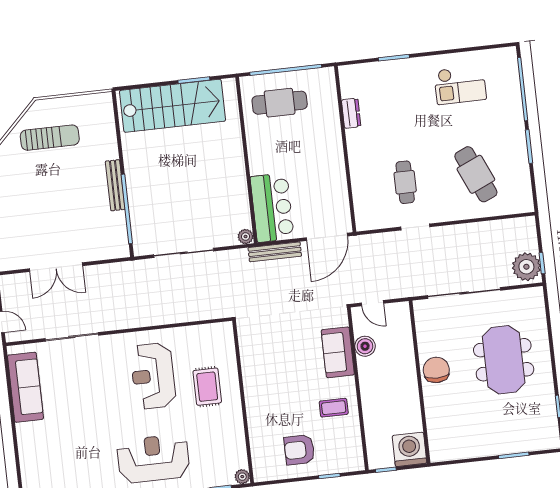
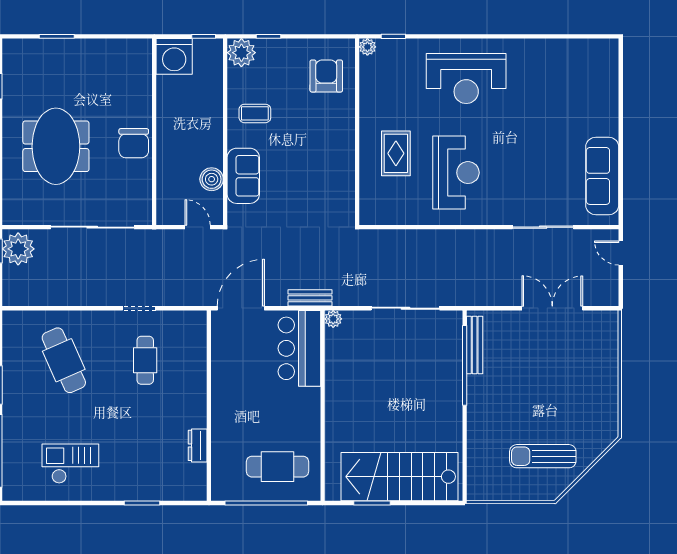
bench: (115, 185) -> (475, 345), moved
bench: (275, 252) -> (310, 298), width x0.73
armchair: (299, 450) -> (326, 76), moved, turned -90
plant: (351, 459) -> (241, 53), added

